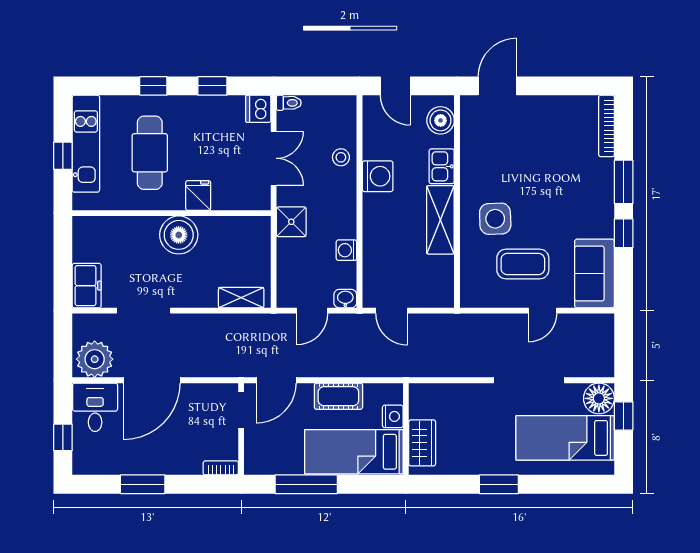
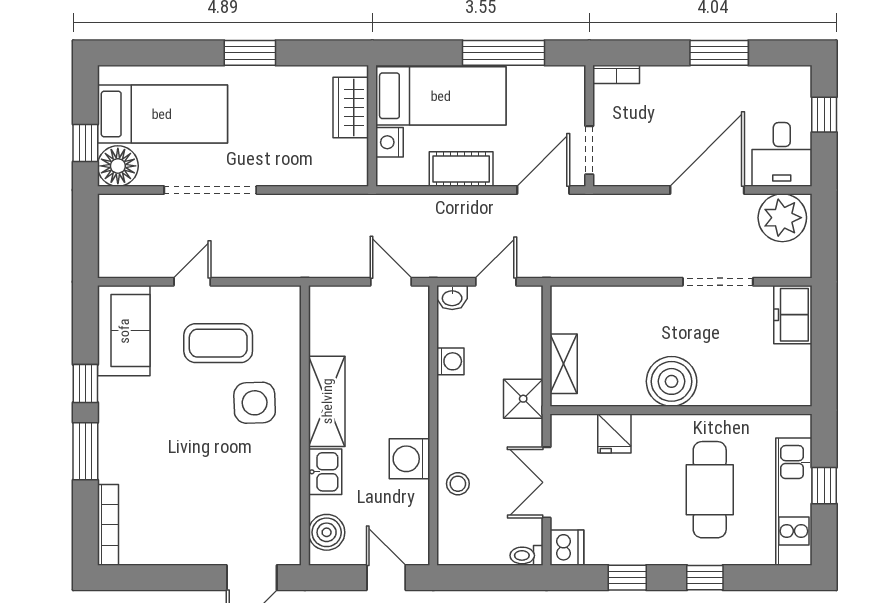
fridge: (198, 195) -> (614, 433), moved
shelving: (241, 298) -> (564, 364), moved, turned 90

